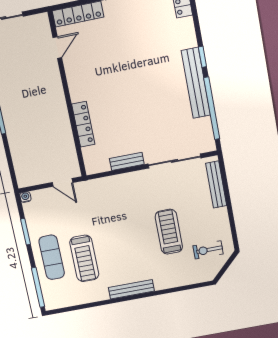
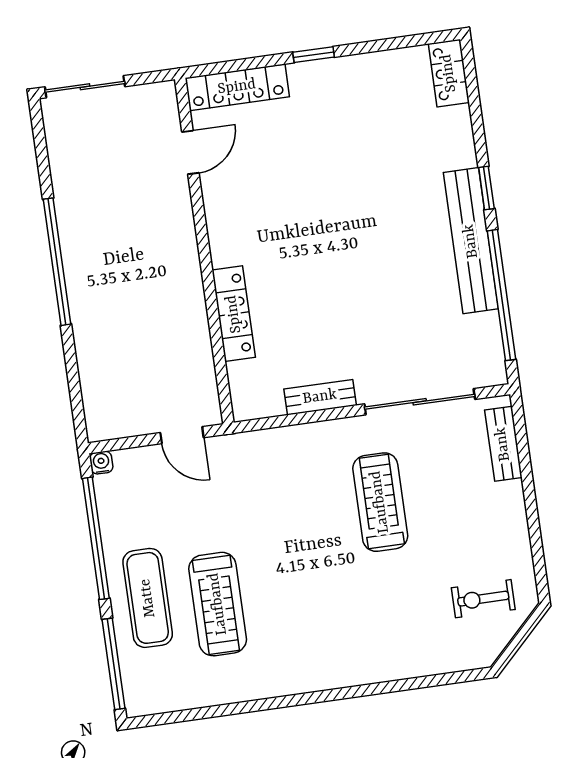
bench: (216, 185) -> (503, 444), width x0.73
window: (26, 232) -> (96, 538), width x2.11
treadmill: (169, 232) -> (380, 502), moved
bench: (131, 289) -> (315, 679), removed

